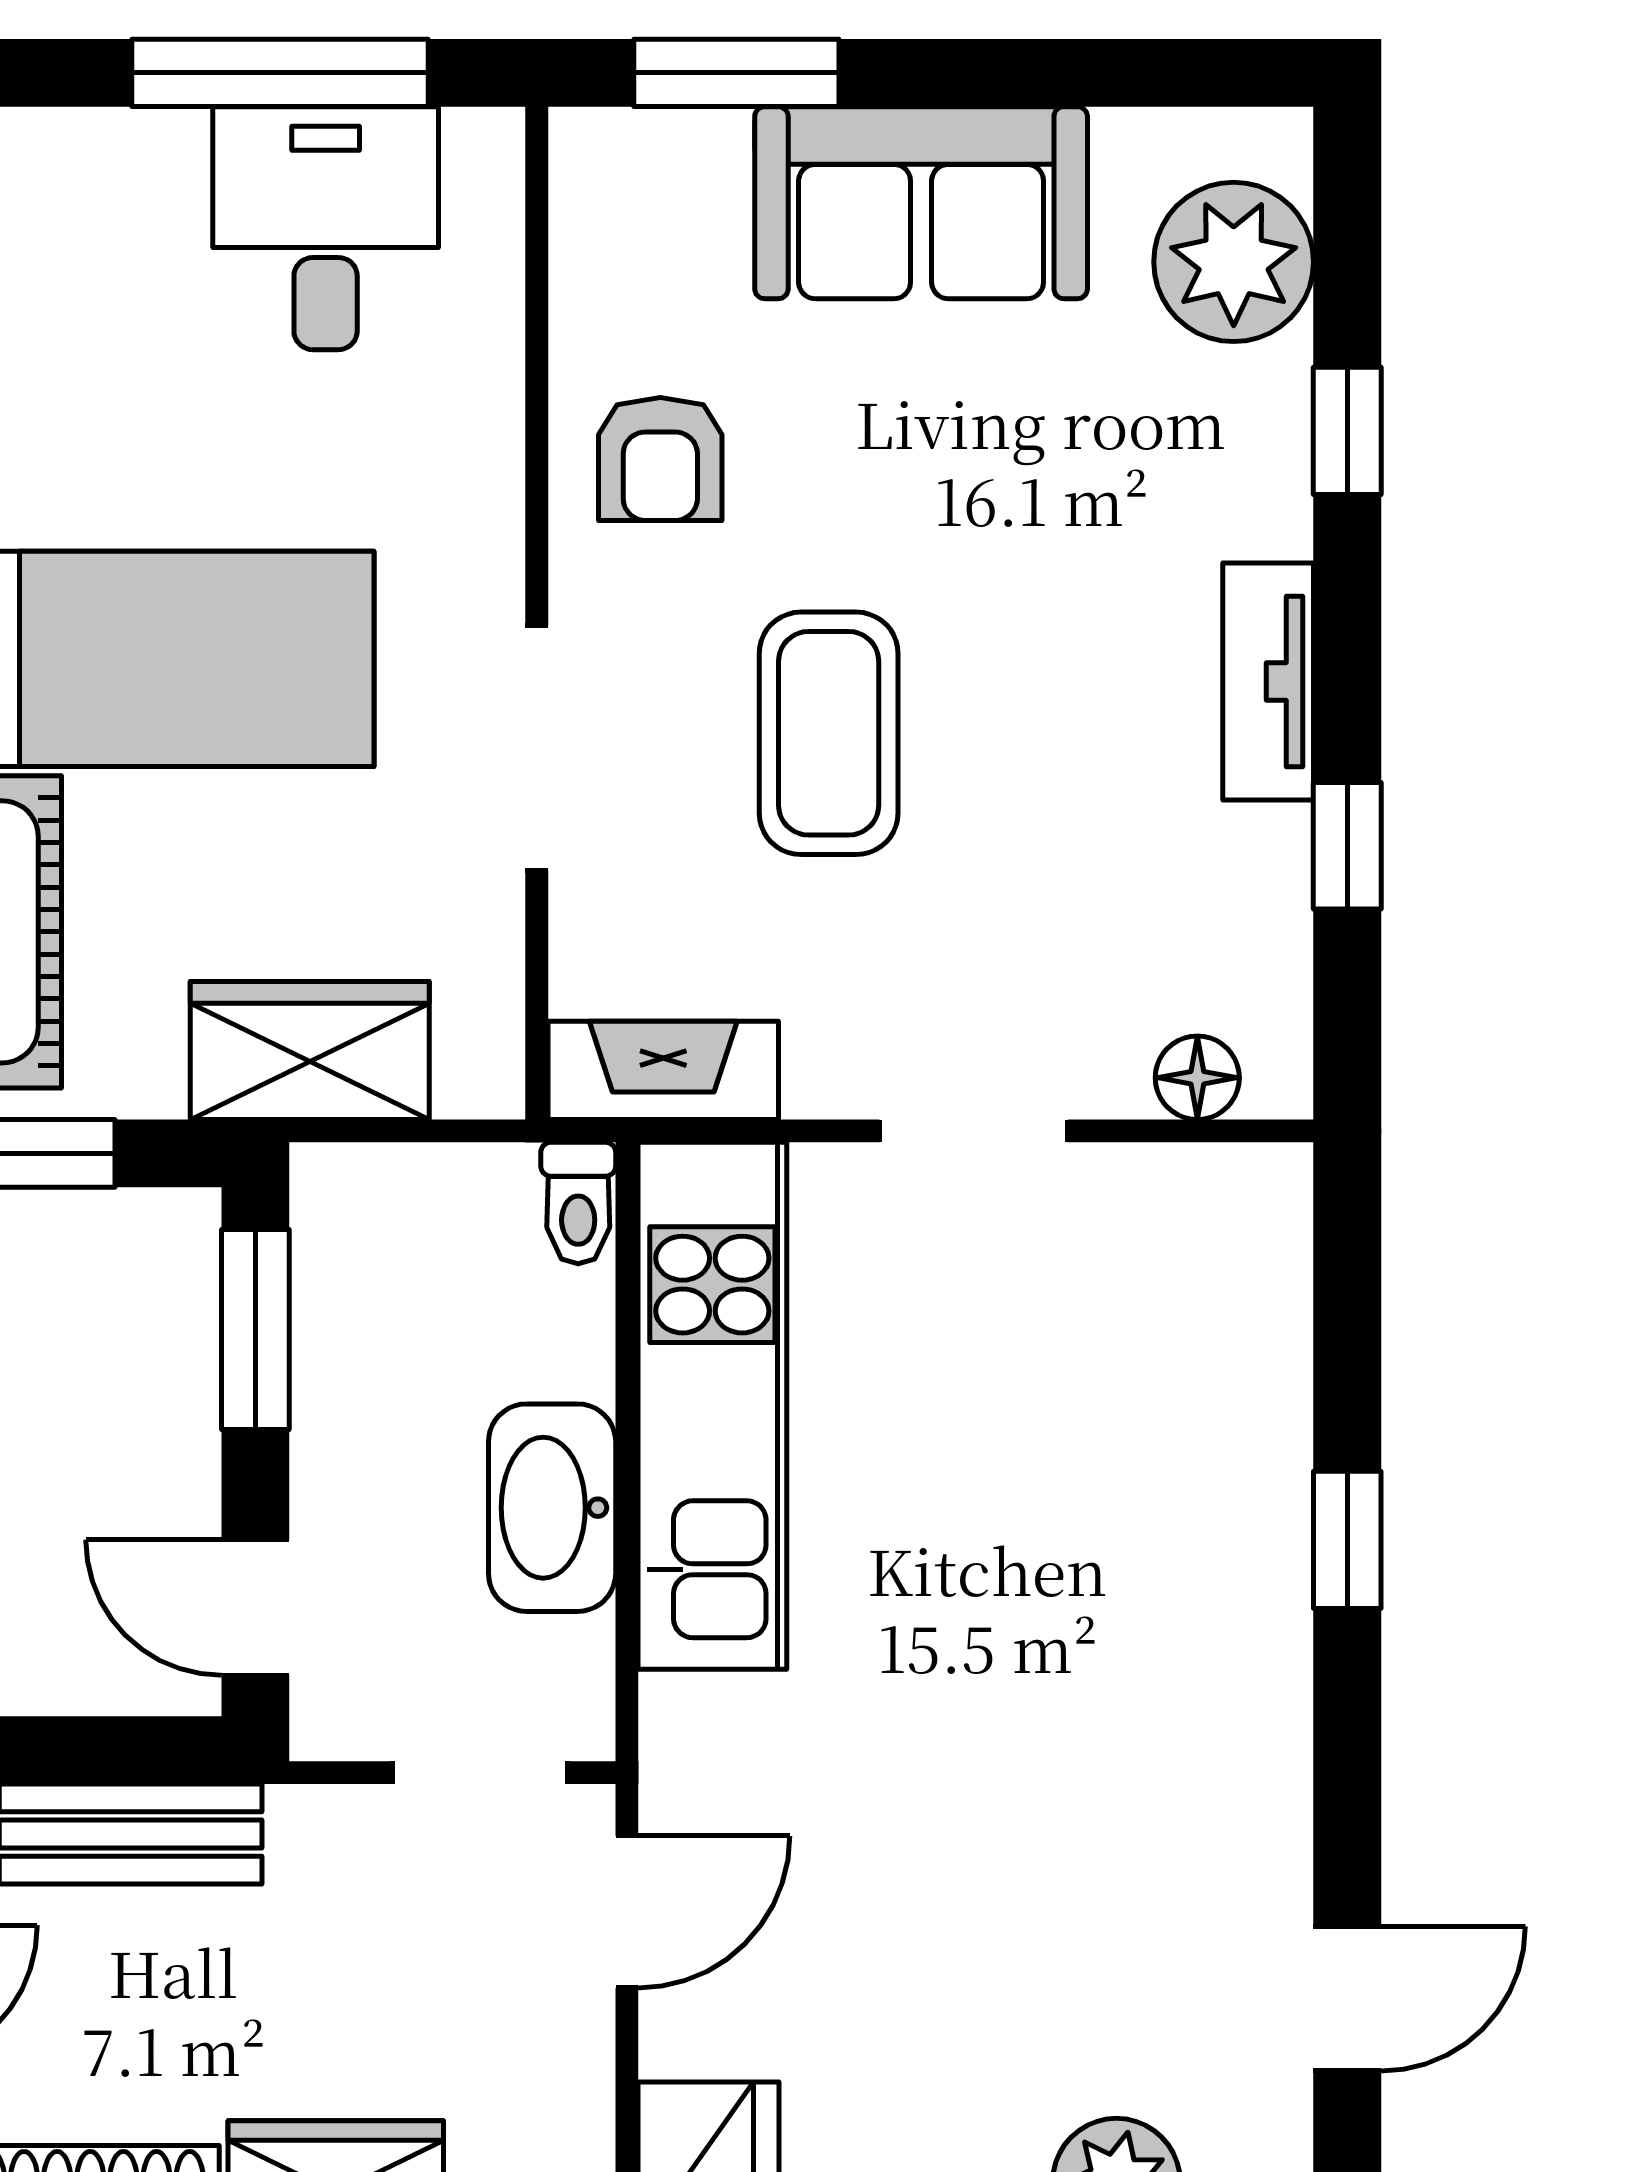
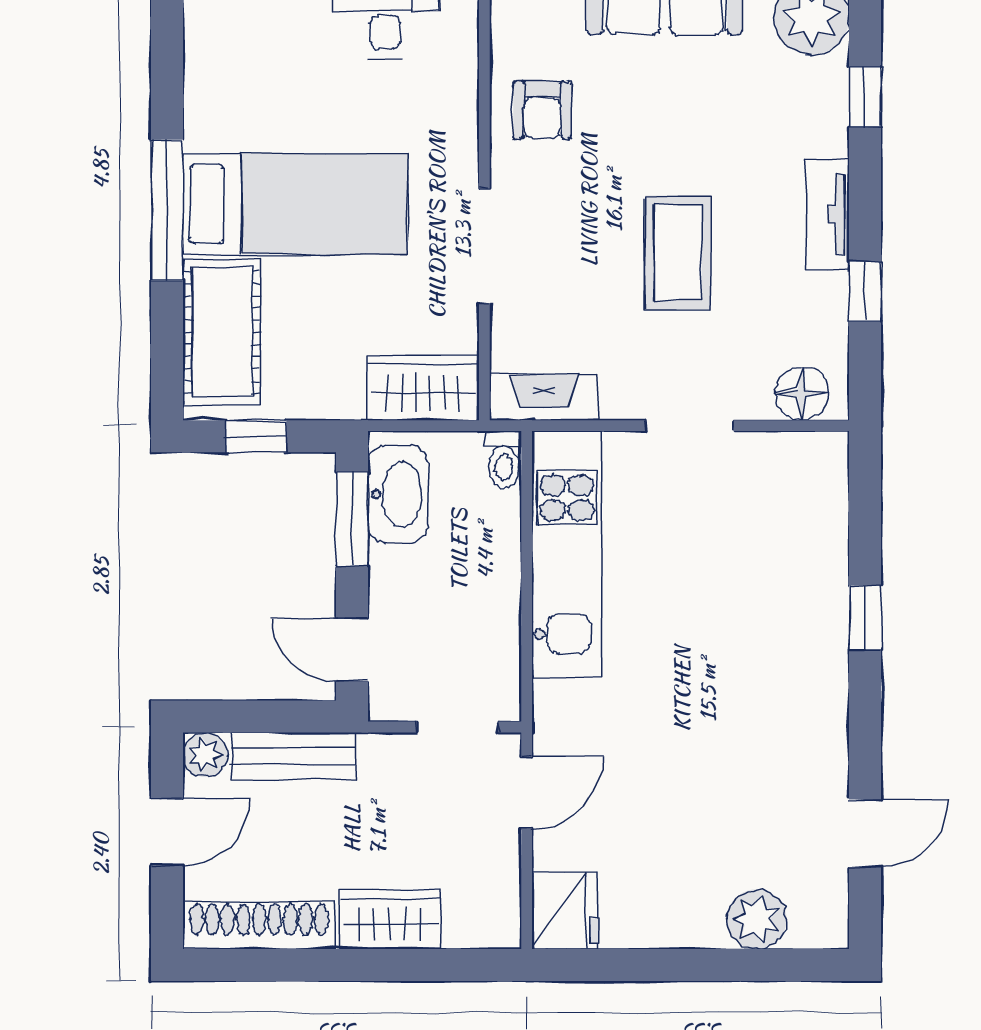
coffee table: (829, 733) -> (678, 253), moved
wardrobe: (310, 1050) -> (423, 388), moved
floor lamp: (1197, 1078) -> (802, 393), width x1.37, depth x1.37
washbasin: (552, 1508) -> (398, 494), moved, turned 180

